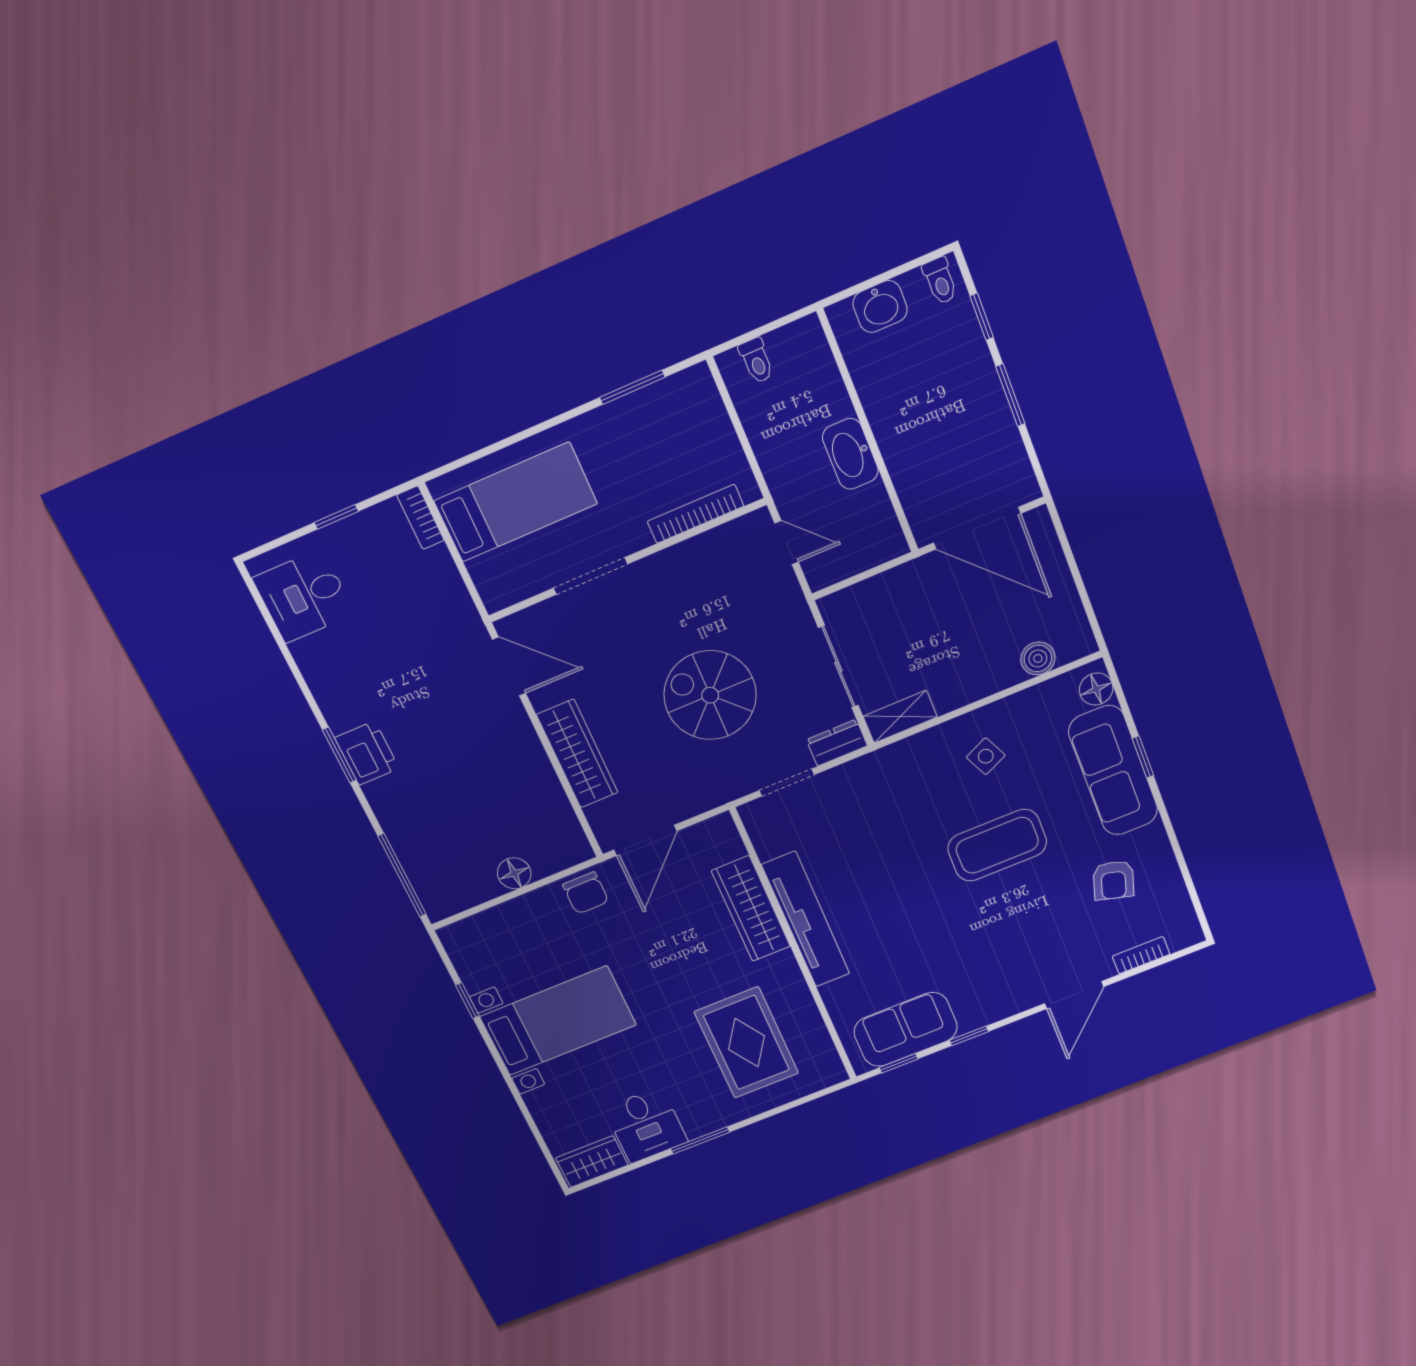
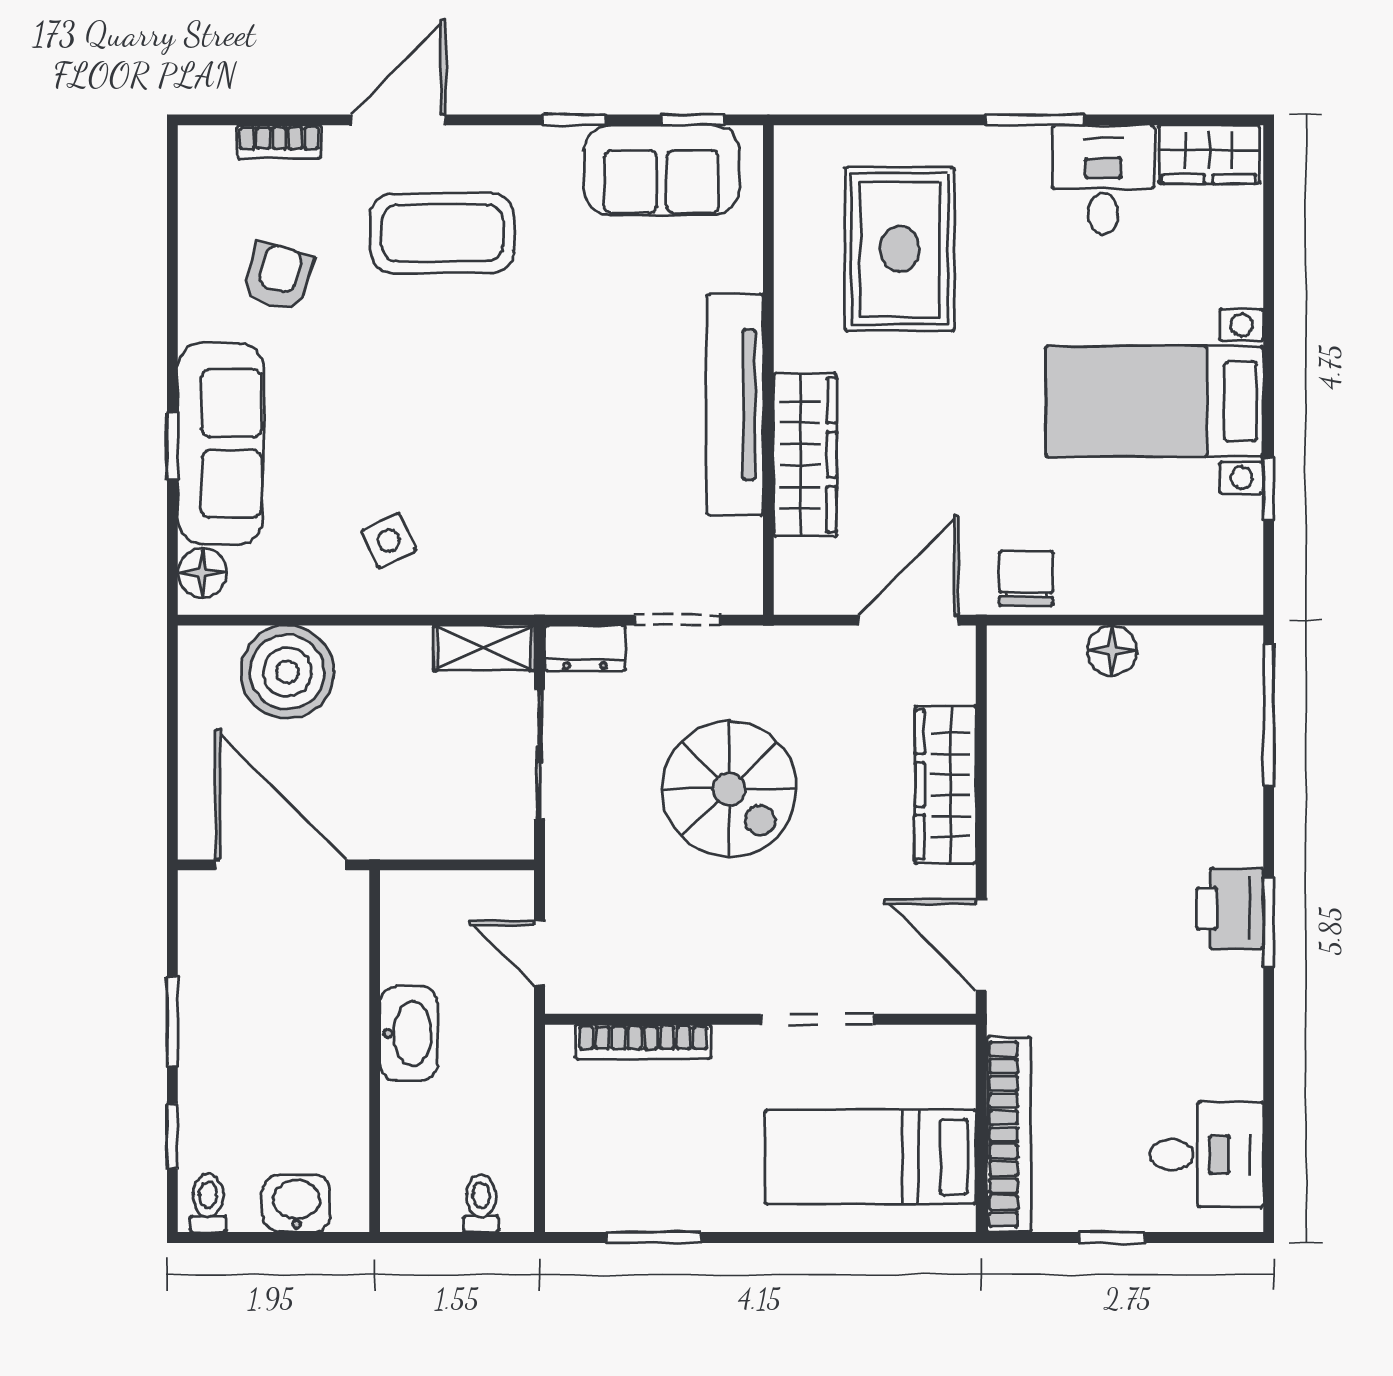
bookcase: (420, 518) -> (1009, 1134), width x2.31, depth x1.31
boiler: (1038, 658) -> (287, 672), width x1.86, depth x1.86
coffee table: (997, 845) -> (442, 233), moved

